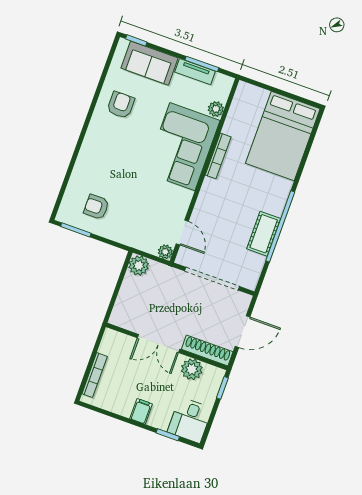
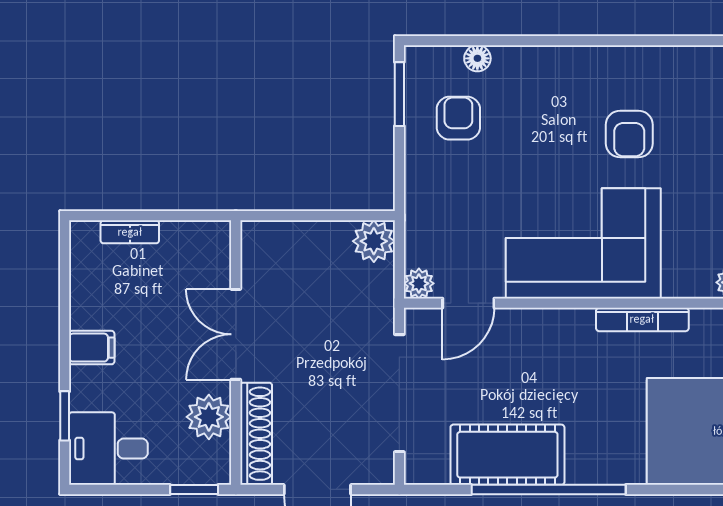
armchair: (121, 105) -> (629, 134), moved, turned 90
corner sofa: (182, 147) -> (583, 243), moved
floor lamp: (72, 188) -> (477, 58), added
cot: (264, 234) -> (507, 455), width x1.37, depth x1.34
bookcase: (95, 375) -> (130, 232), width x0.64

